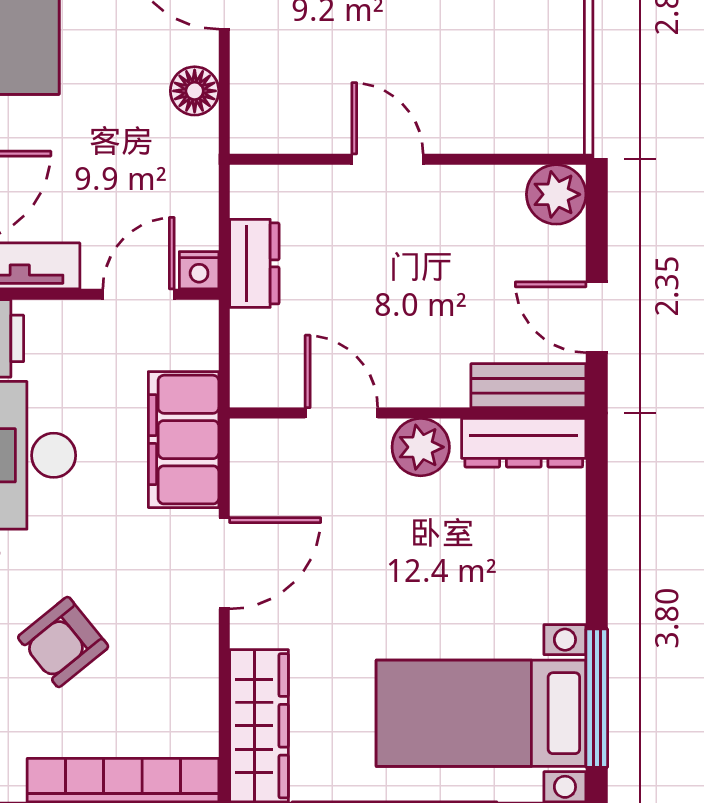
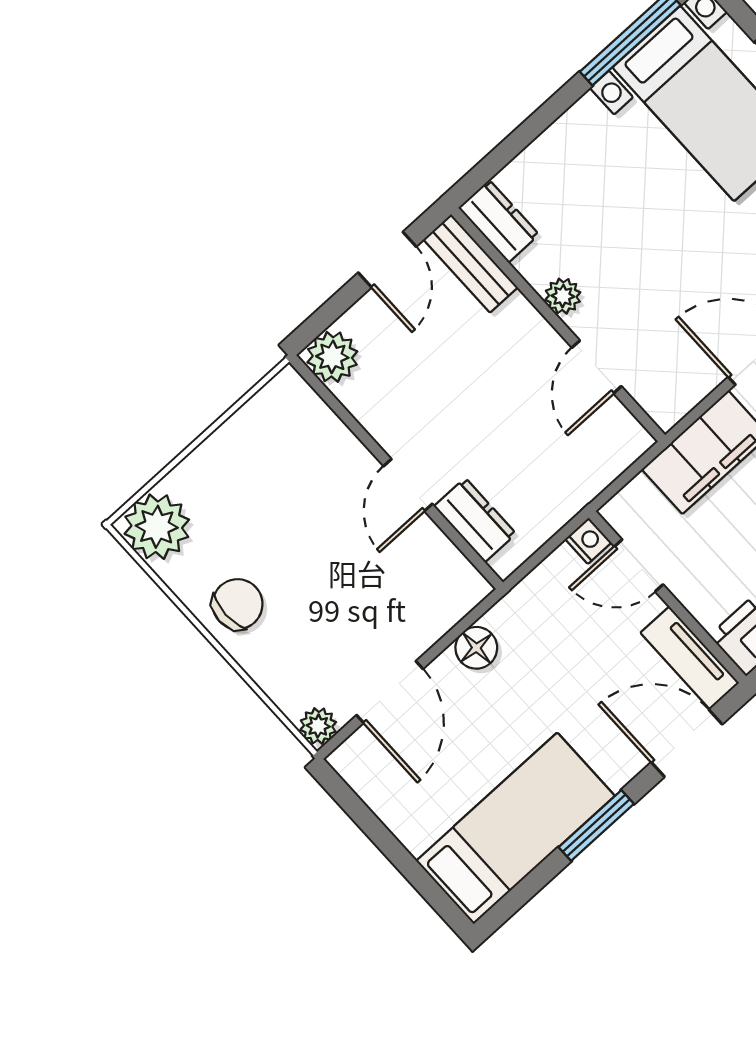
dresser: (254, 263) -> (475, 520), moved, turned 90
dresser: (524, 443) -> (499, 221), width x0.70
plant: (421, 447) -> (563, 296), width x0.73, depth x0.73

